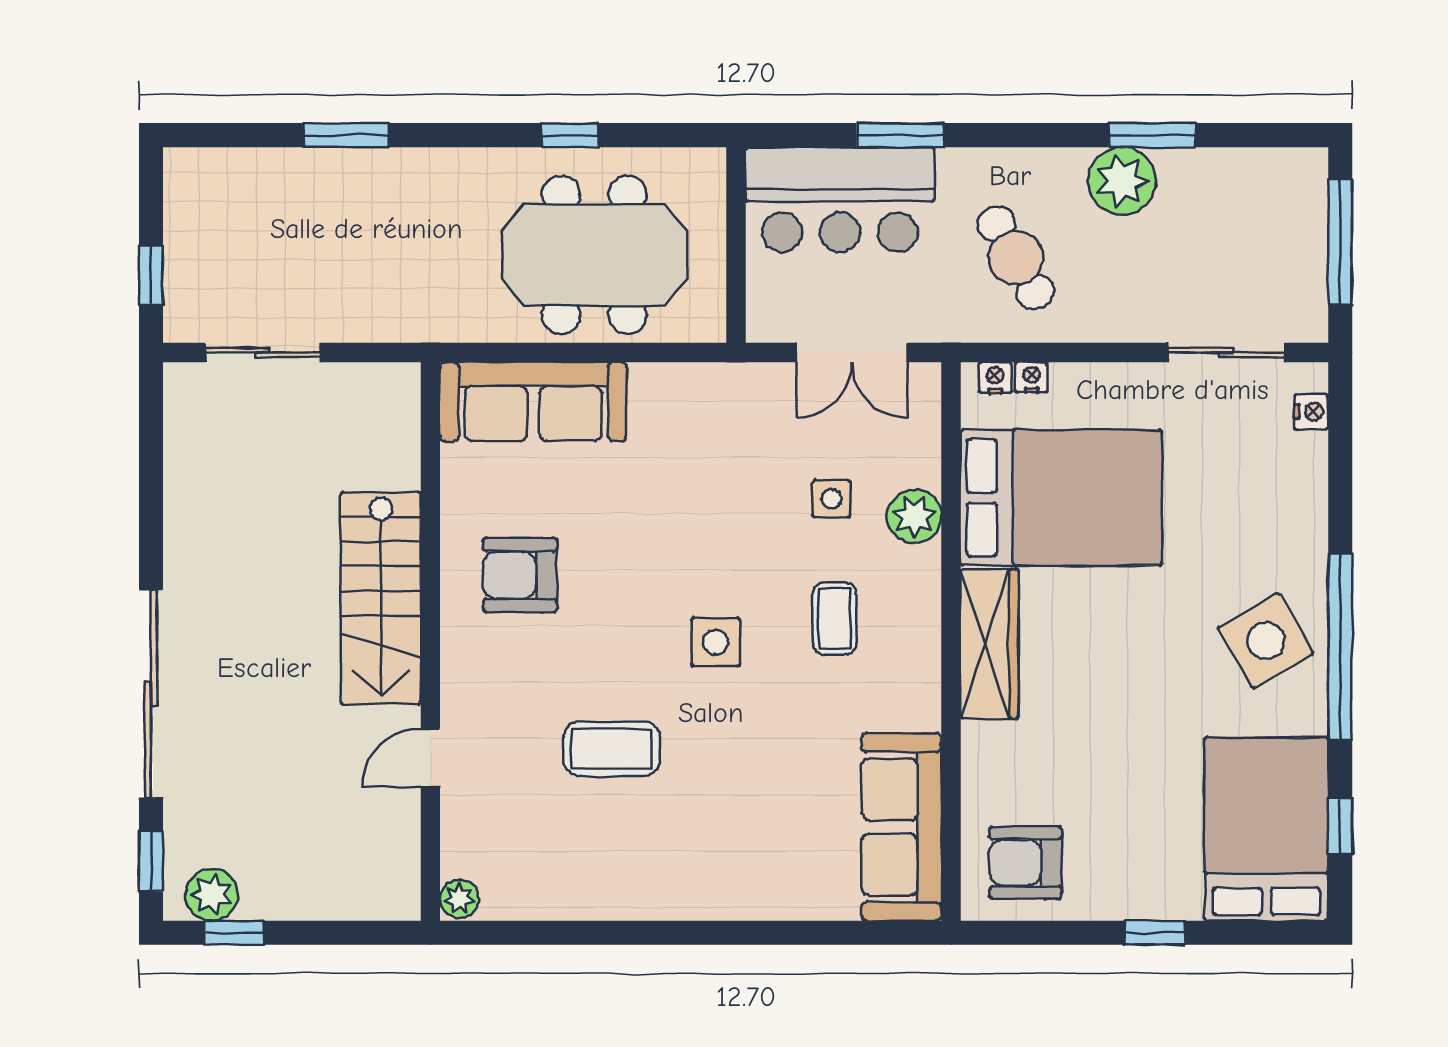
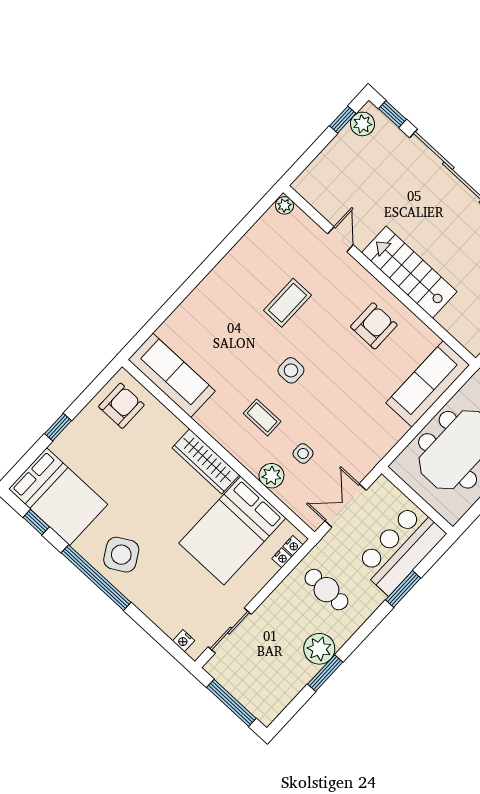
cafe table: (1016, 258) -> (326, 590), turned 30

